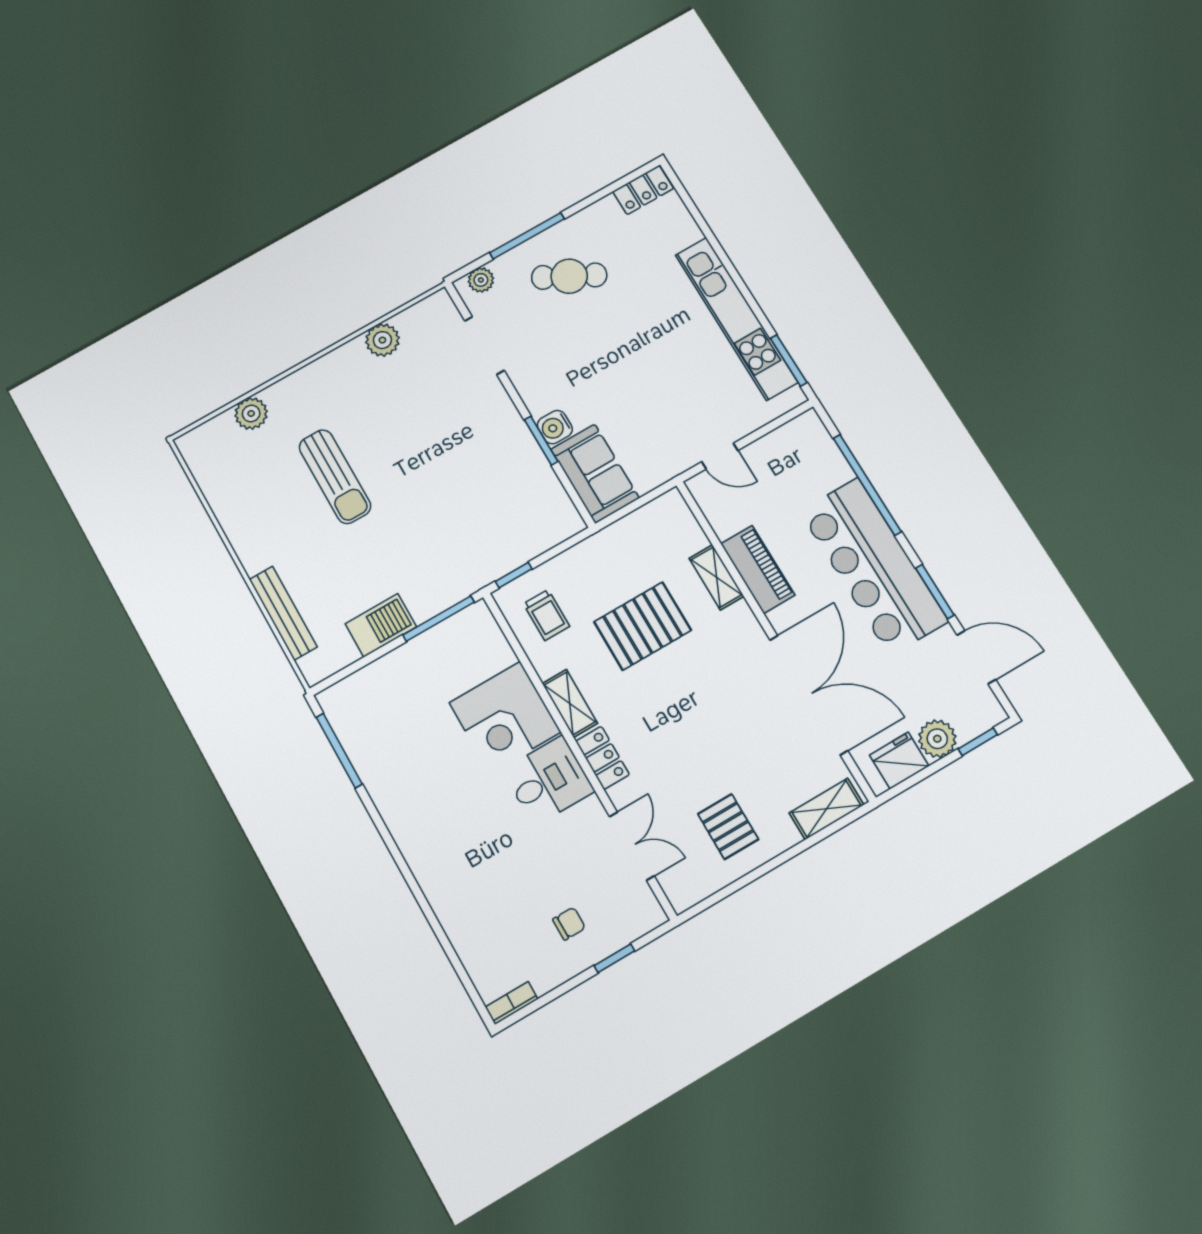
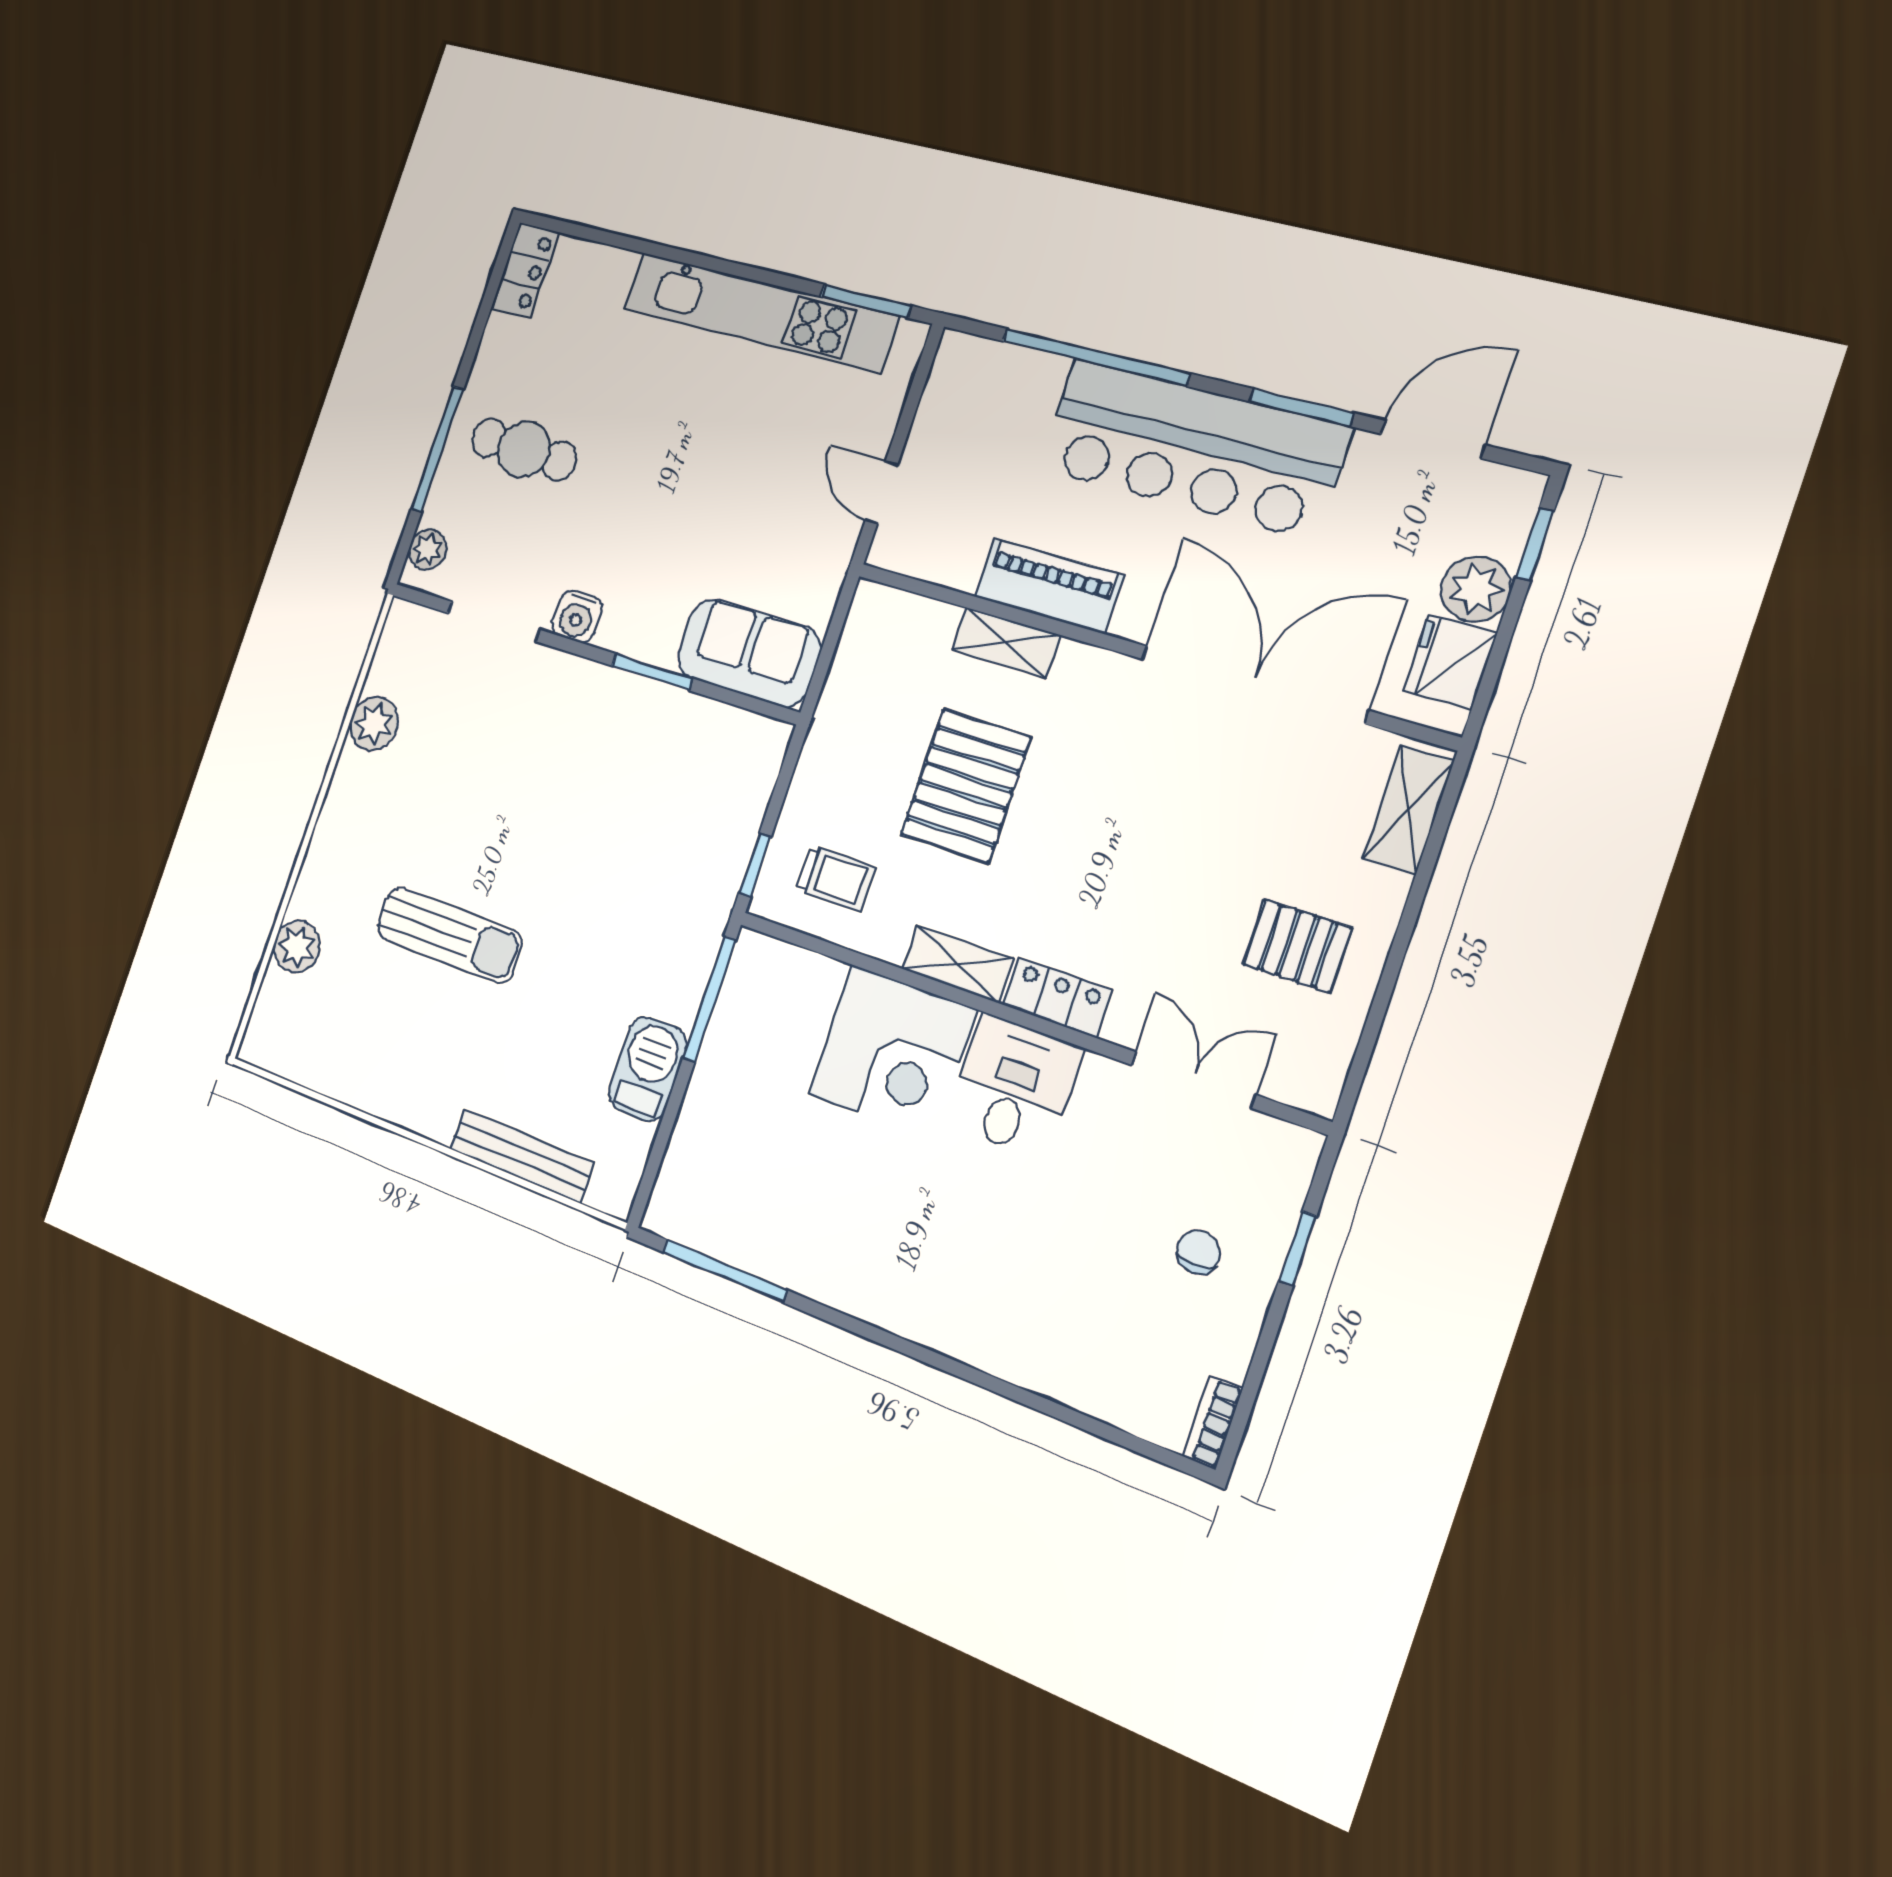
cafe table: (569, 276) -> (524, 449), turned 64
water cooler: (555, 427) -> (577, 617), moved
door: (720, 456) -> (882, 492), swing flipped

